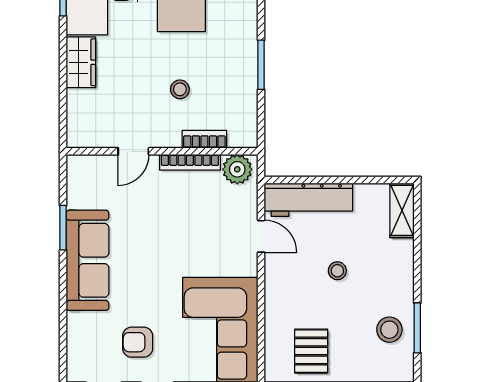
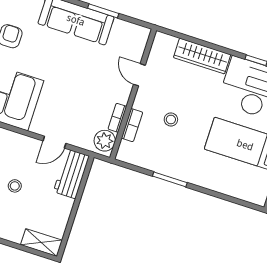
wardrobe: (81, 62) -> (202, 56), width x1.50
bookcase: (190, 162) -> (117, 118), width x0.64
workbench: (308, 200) -> (71, 174), width x0.73

